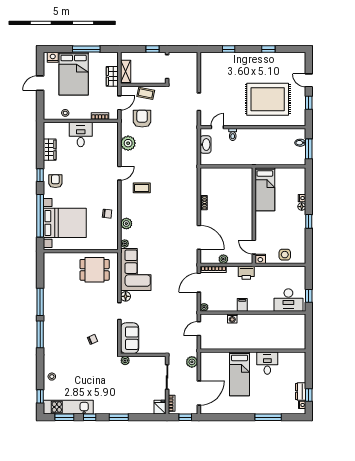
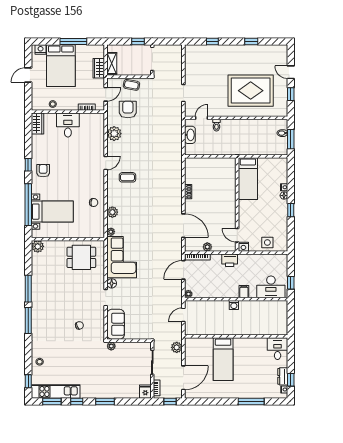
wardrobe: (50, 150) -> (37, 124), moved
bed with nightstands: (65, 223) -> (52, 212), width x0.73
plant: (50, 259) -> (38, 246), added
filing cabinet: (242, 305) -> (244, 292), moved
washing machine: (232, 319) -> (234, 305), moved
desk: (267, 363) -> (278, 349), moved

